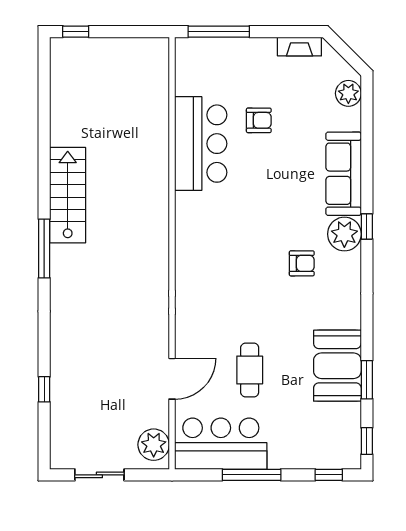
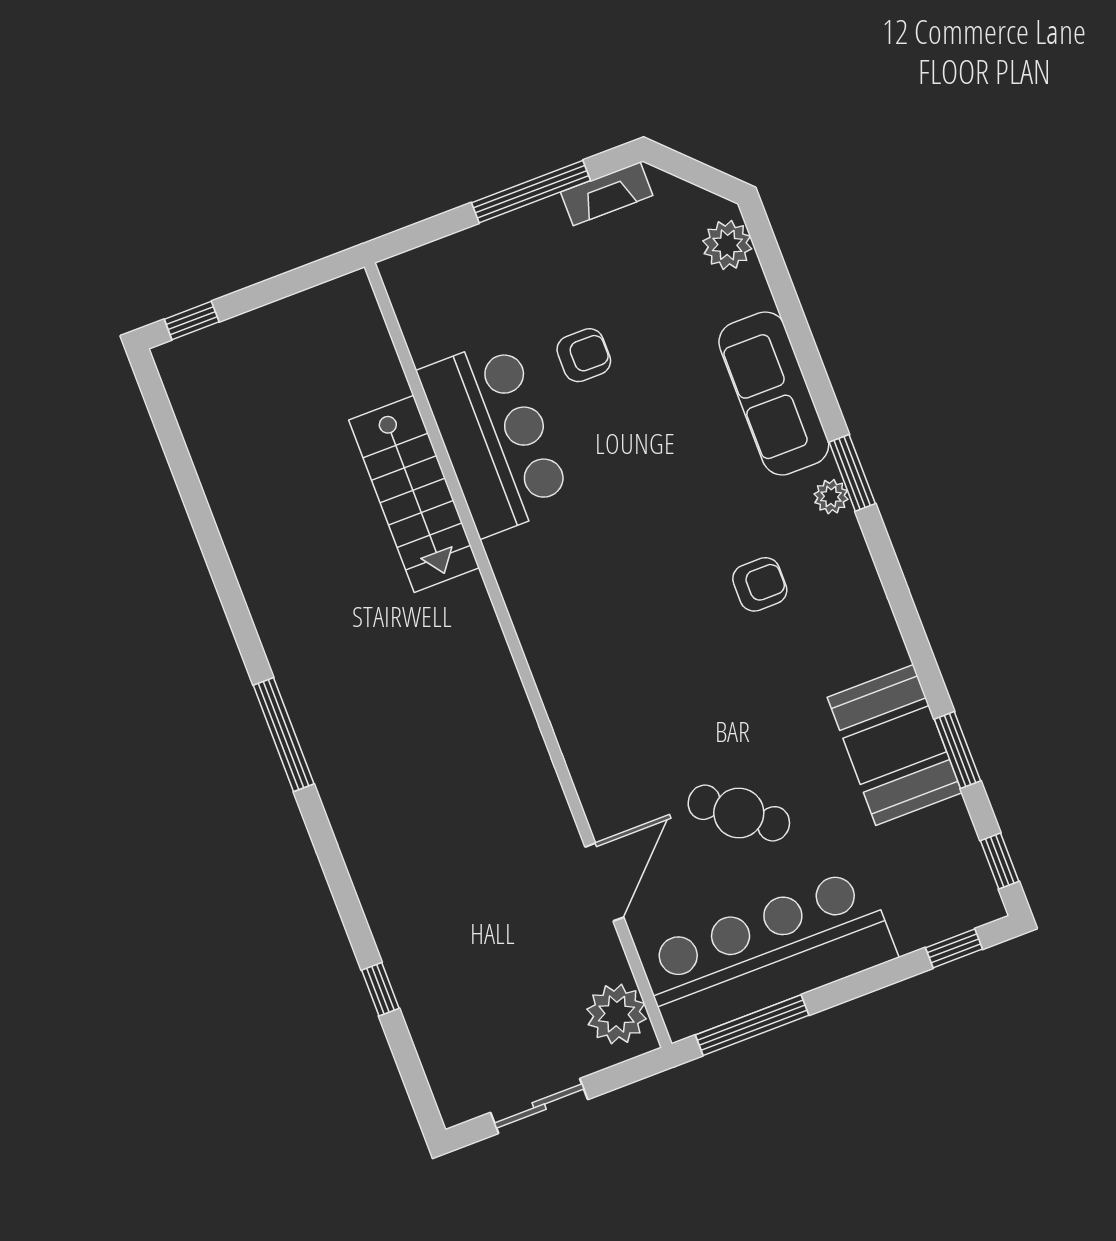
window: (219, 32) -> (531, 192), moved
stairs: (68, 195) -> (414, 494), moved, turned 180
window: (367, 226) -> (852, 473), width x1.50
plant: (344, 234) -> (831, 497), width x0.53, depth x0.53
cafe table: (250, 370) -> (739, 813), turned -52
bar counter: (221, 444) -> (768, 955), width x1.36
window: (252, 475) -> (752, 1025), moved

